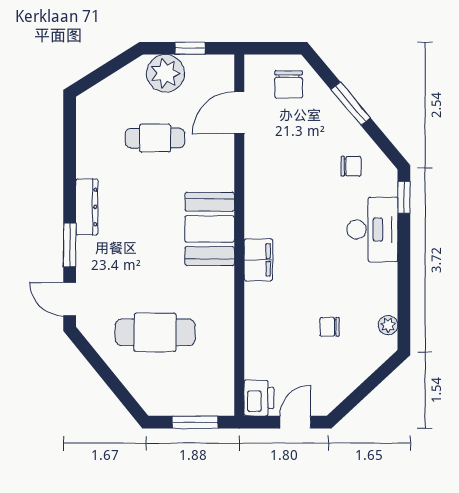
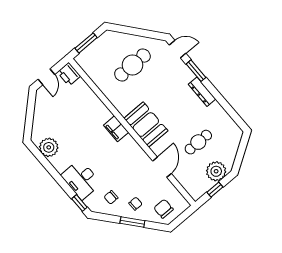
door: (239, 113) -> (162, 167), moved
plant: (388, 325) -> (49, 147), width x1.88, depth x1.88
chair: (330, 327) -> (135, 204), moved

